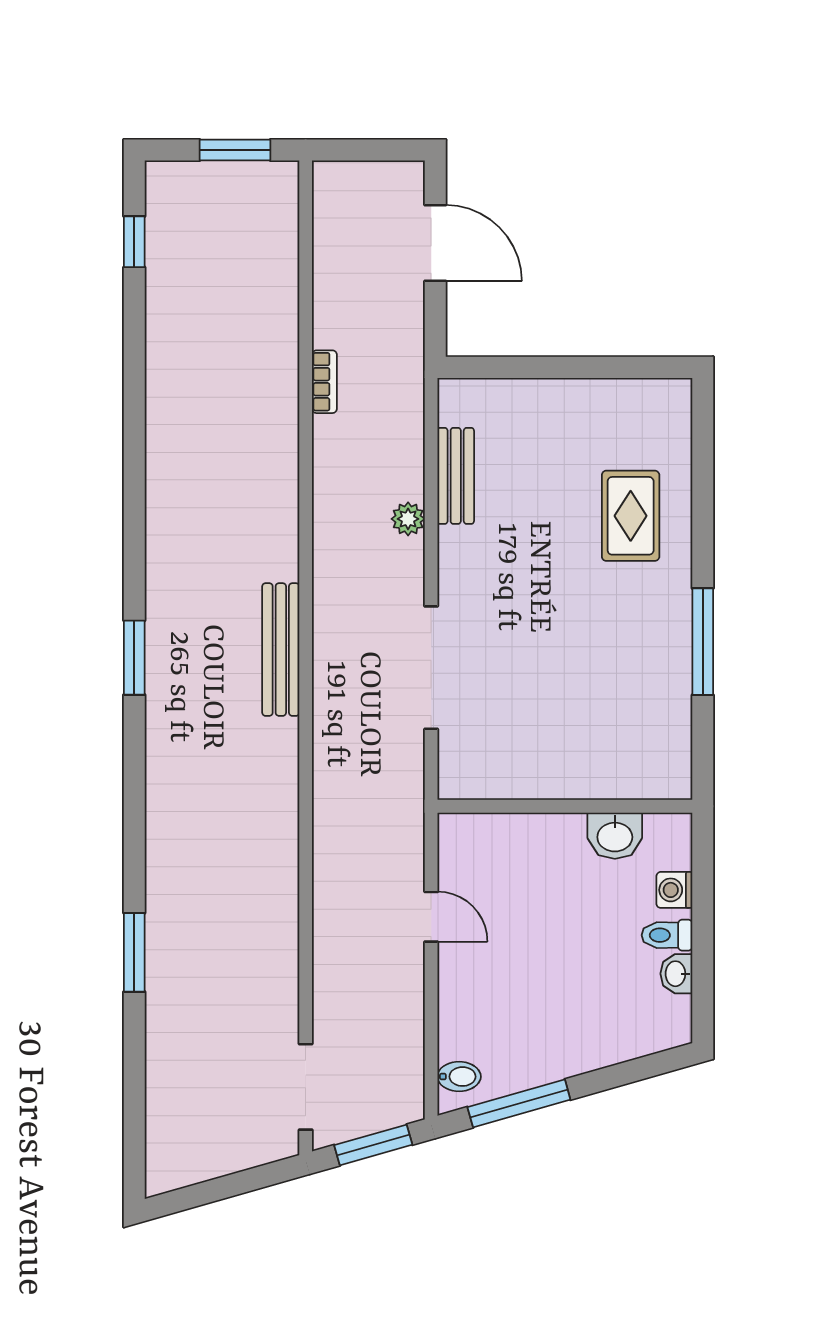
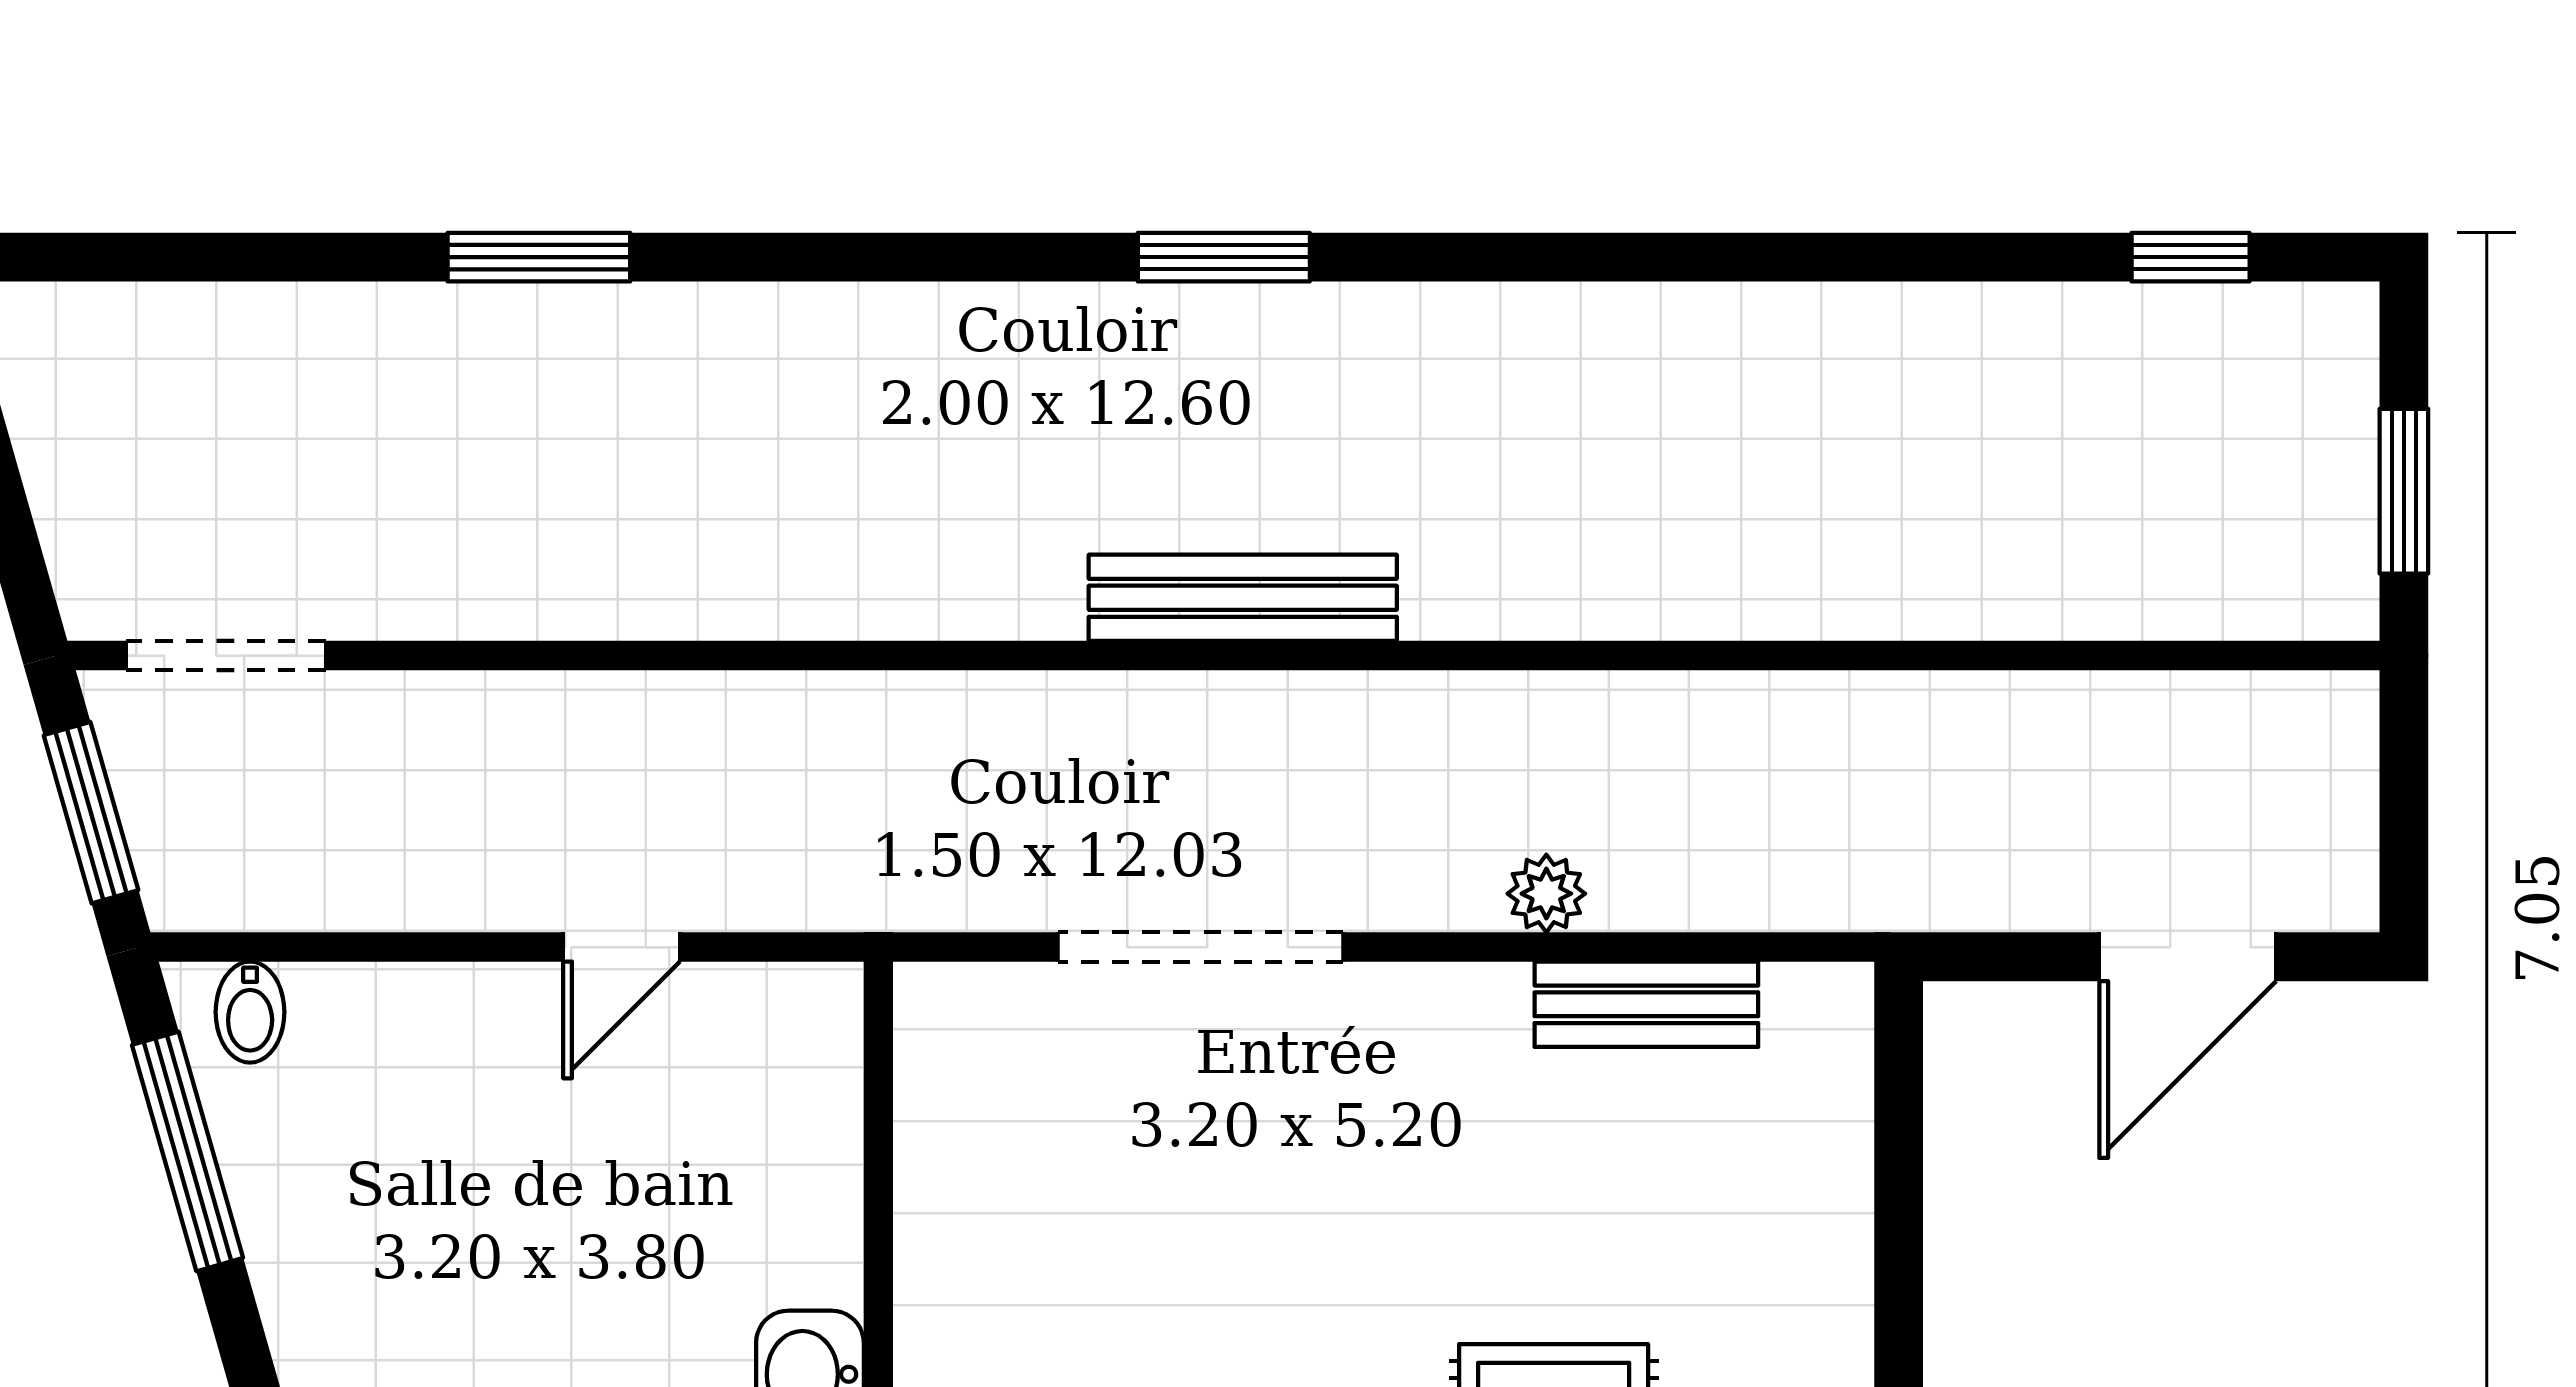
bookcase: (324, 382) -> (1865, 699), removed

